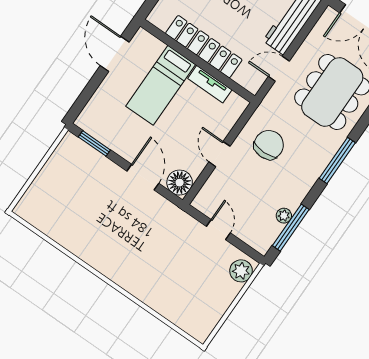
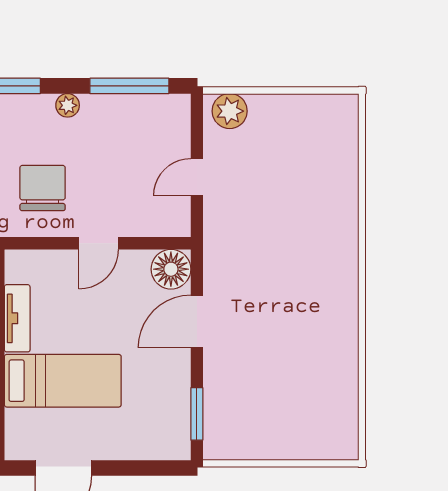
chair: (269, 145) -> (43, 188), turned 90
plant: (284, 216) -> (68, 105), moved

